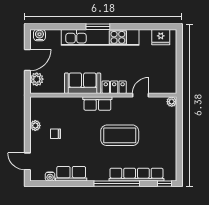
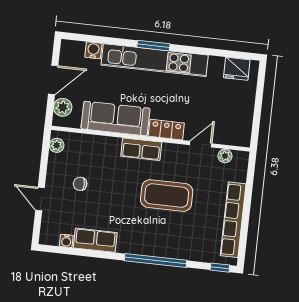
water cooler: (39, 35) -> (93, 50), moved
sofa: (83, 83) -> (115, 119), width x1.36
plant: (172, 102) -> (225, 156), moved
plant: (35, 126) -> (57, 145), moved
door: (27, 161) -> (40, 199), moved
row of seats: (136, 175) -> (233, 220), moved, turned -90

